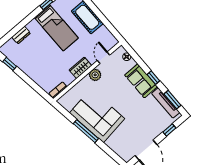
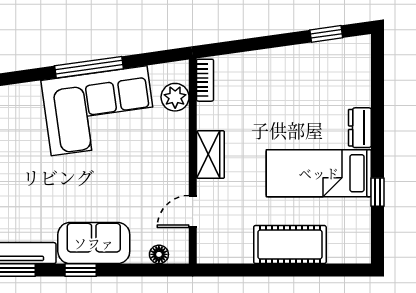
dresser: (21, 35) -> (360, 128), moved
door: (104, 58) -> (193, 212), swing flipped
plant: (95, 75) -> (175, 97), moved

